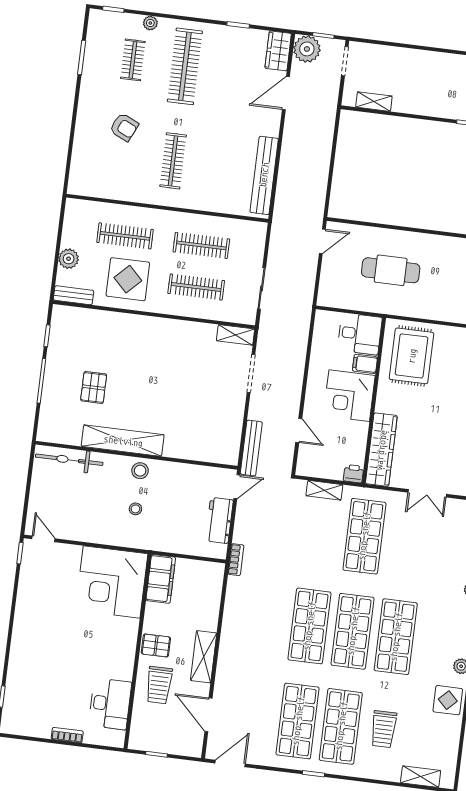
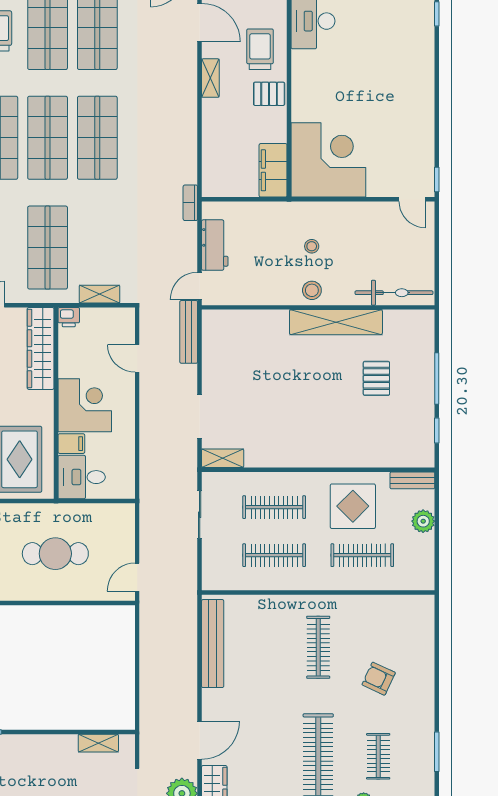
shelving: (204, 657) -> (210, 78), width x0.67, depth x0.75

